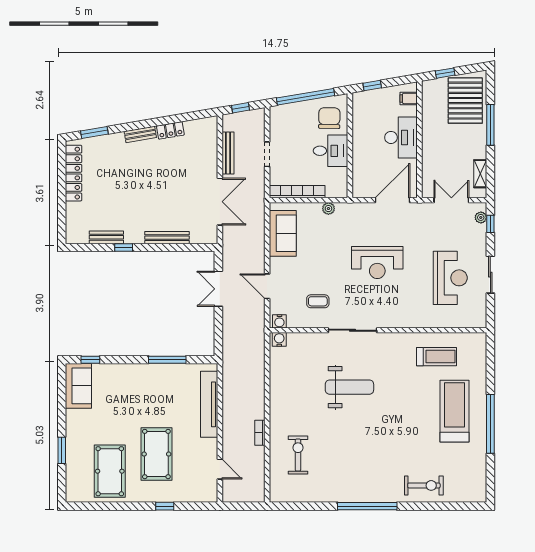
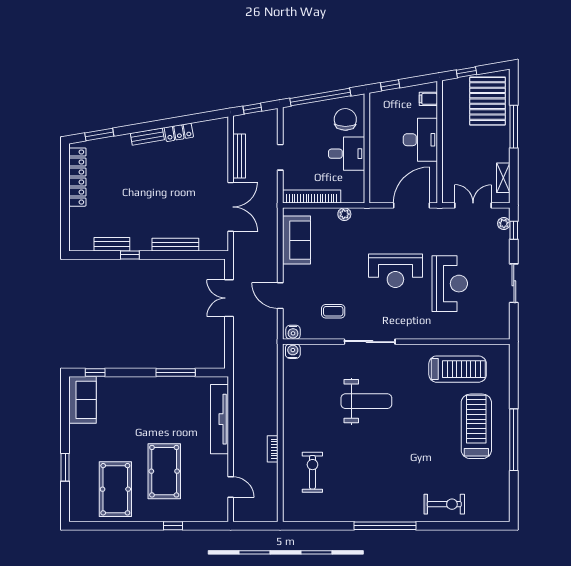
reception desk: (450, 278) -> (450, 284), moved
treadmill: (437, 357) -> (458, 369), width x1.37, depth x1.38

